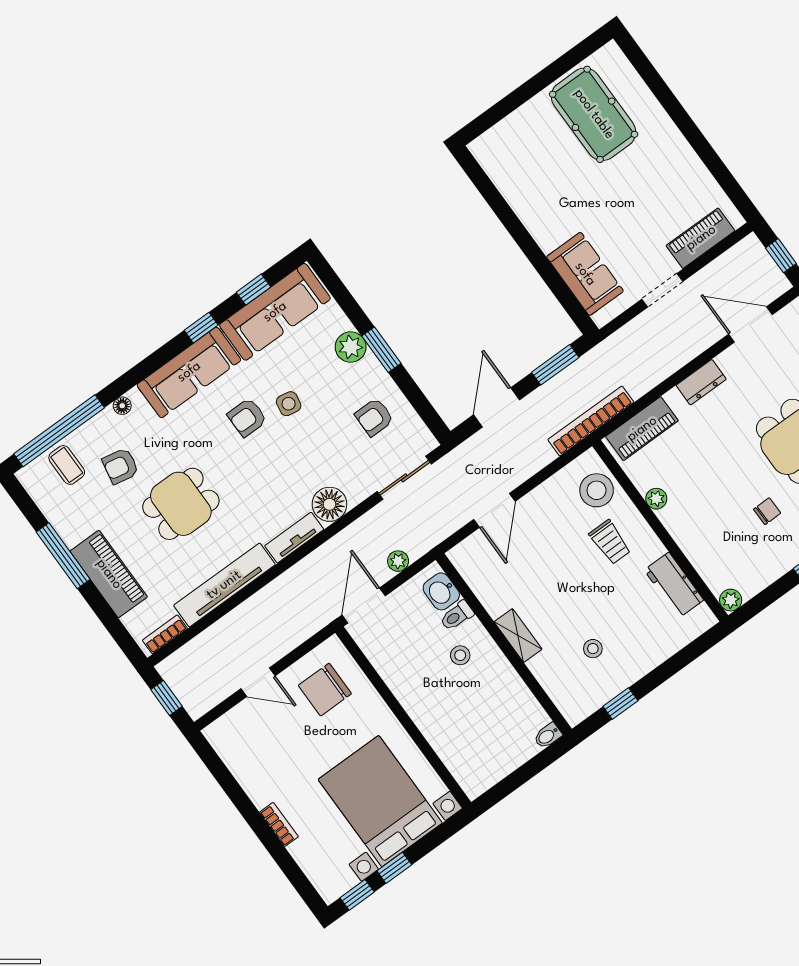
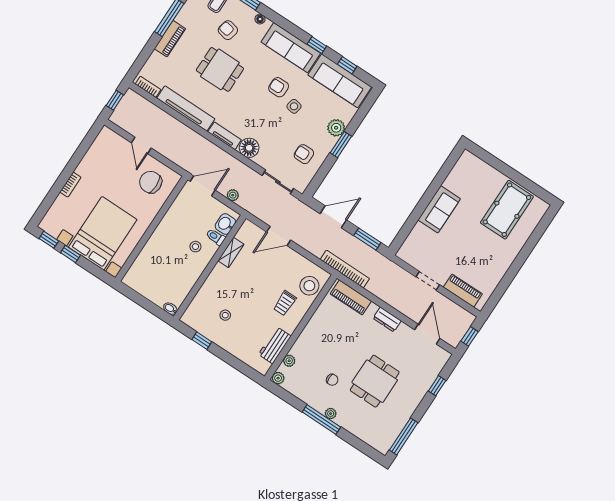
sofa: (585, 274) -> (439, 209), moved
plant: (656, 499) -> (289, 361), moved
piano: (109, 574) -> (170, 39), width x0.73, depth x0.75
shelving: (518, 636) -> (231, 252), moved

